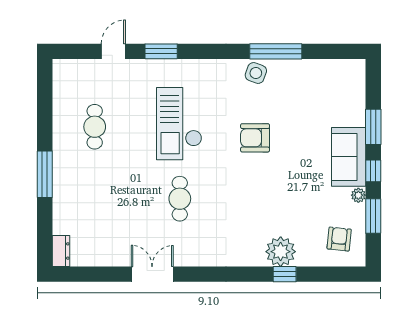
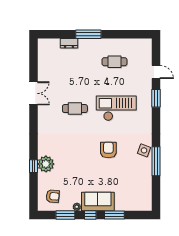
dresser: (61, 251) -> (69, 43), moved

